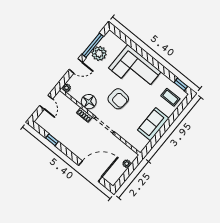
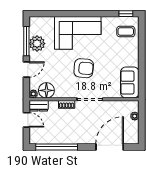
dresser: (63, 99) -> (39, 106), added
floor lamp: (89, 102) -> (46, 90), moved
sofa: (153, 124) -> (130, 83), moved
window: (52, 140) -> (57, 147), width x3.17

